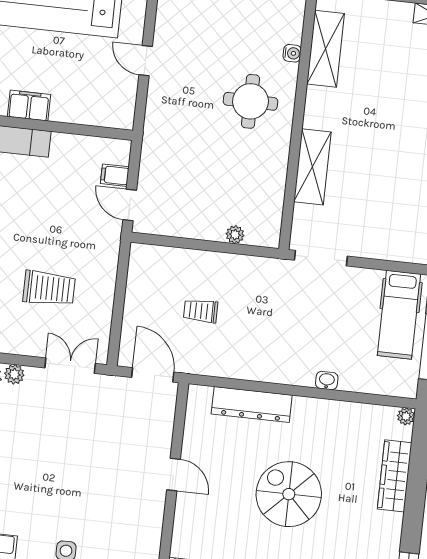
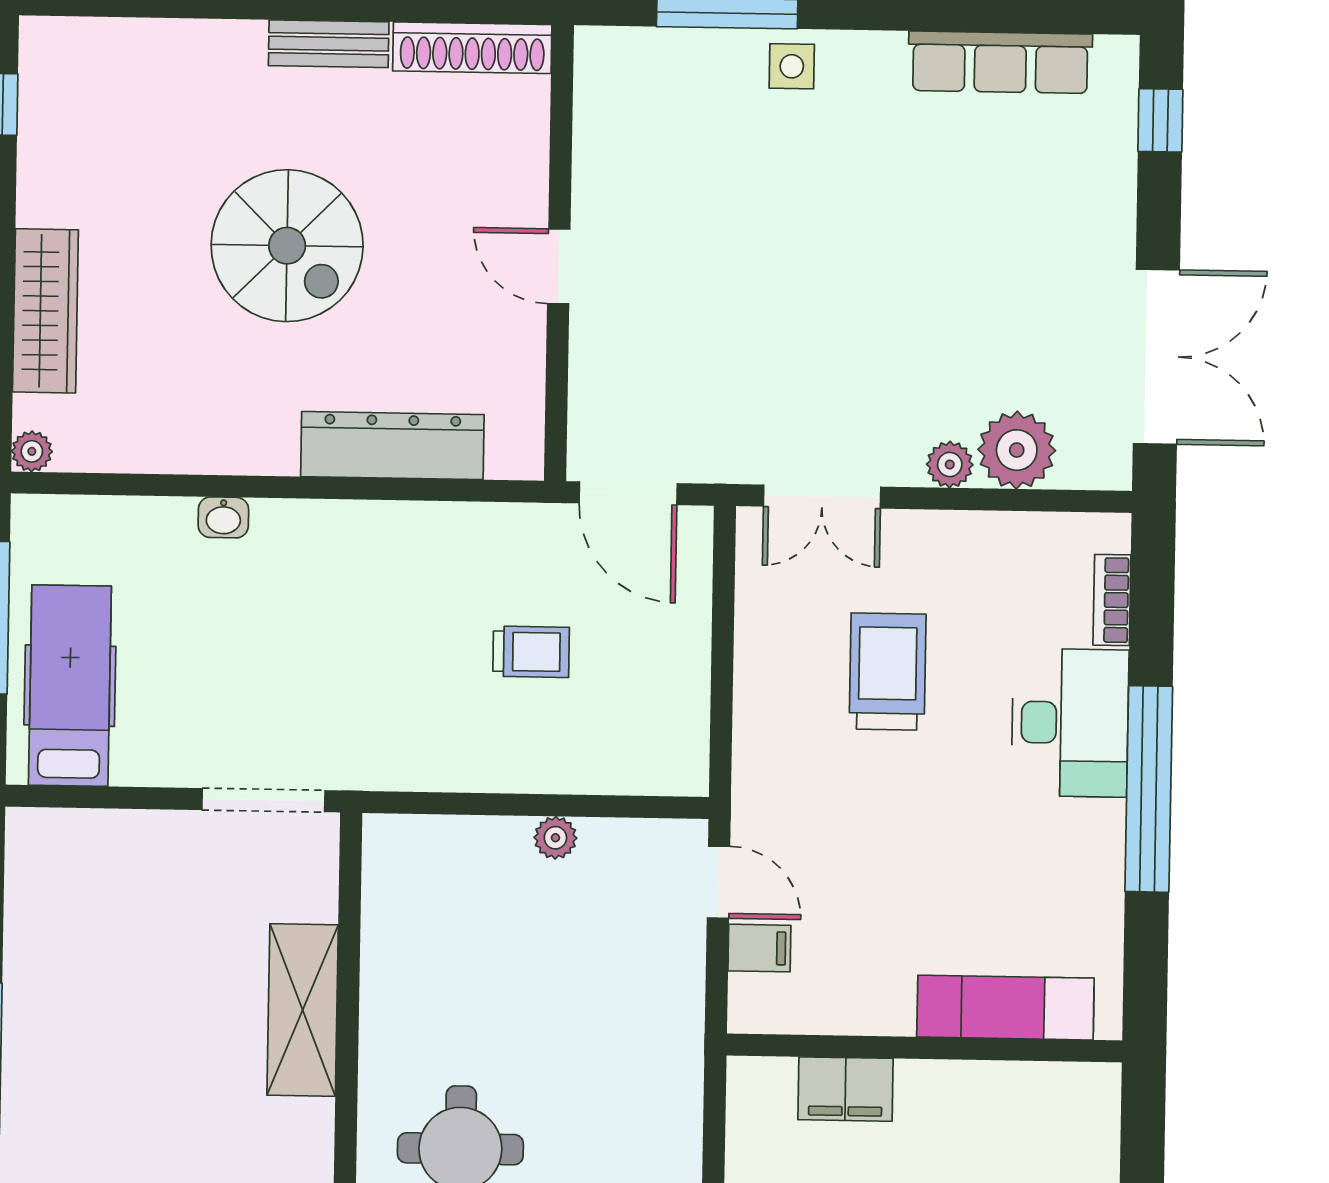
filing cabinet: (29, 106) -> (845, 1089), moved
plant: (235, 235) -> (555, 838), moved
trolley: (49, 288) -> (888, 672), turned 90

